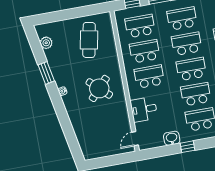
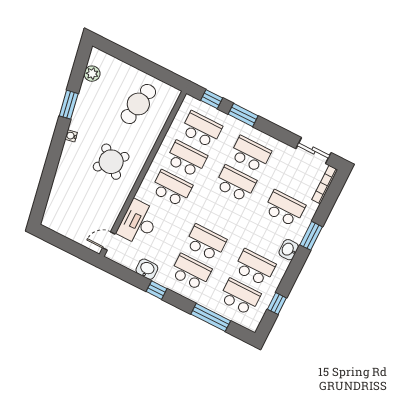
school desk: (191, 69) -> (221, 213), removed
desk: (144, 109) -> (138, 223), width x1.37

